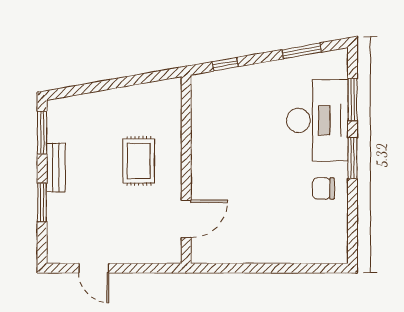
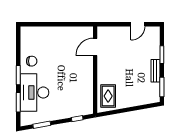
rug: (139, 161) -> (108, 96), moved
door: (94, 268) -> (138, 24), swing flipped

